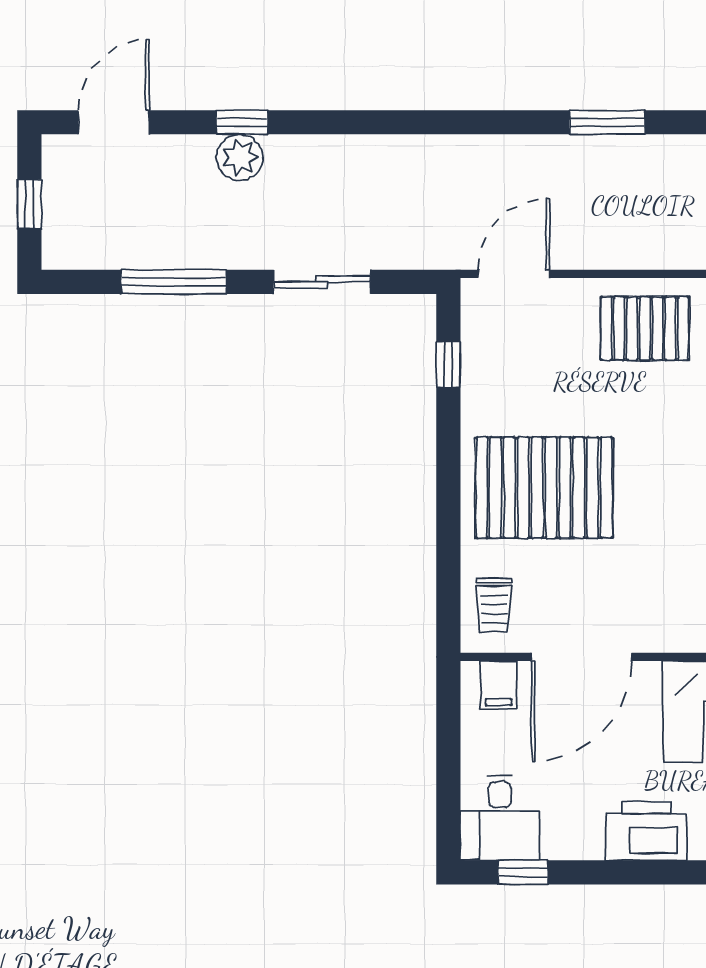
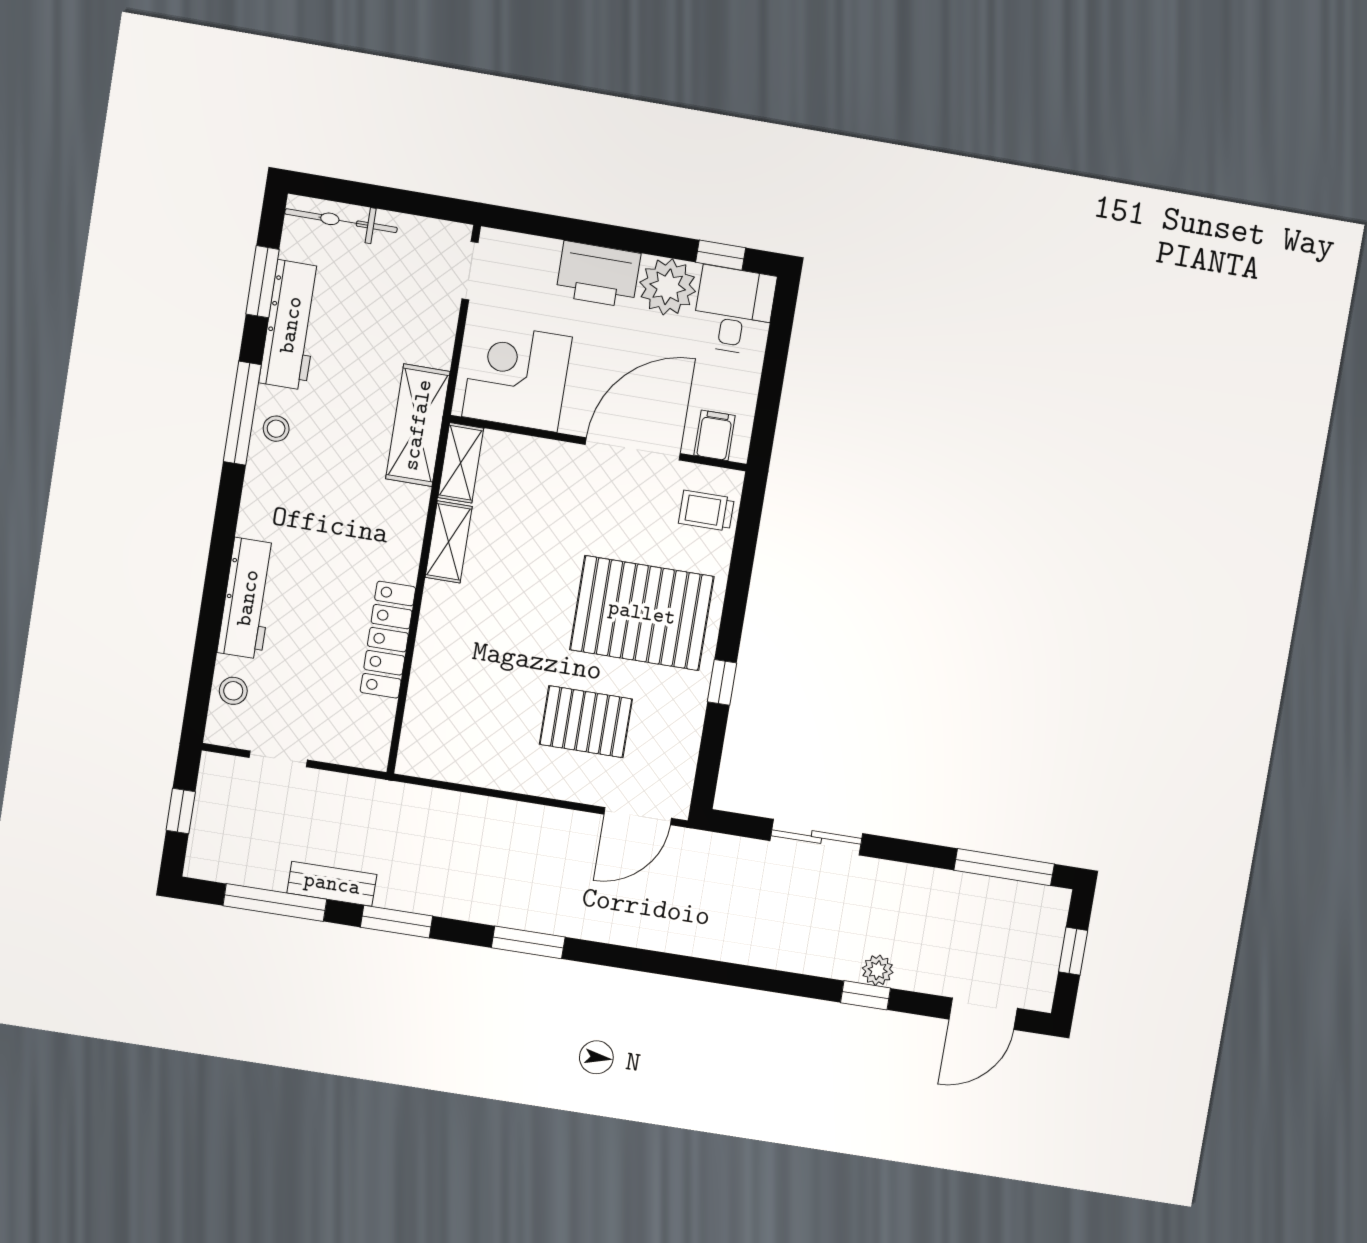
plant: (240, 157) -> (878, 970), width x0.73, depth x0.73
window: (174, 282) -> (1004, 867), moved
pallet: (645, 328) -> (586, 722), moved
window: (448, 364) -> (722, 682), moved
trolley: (494, 605) -> (706, 511), turned -90
plant: (572, 831) -> (668, 287), added

